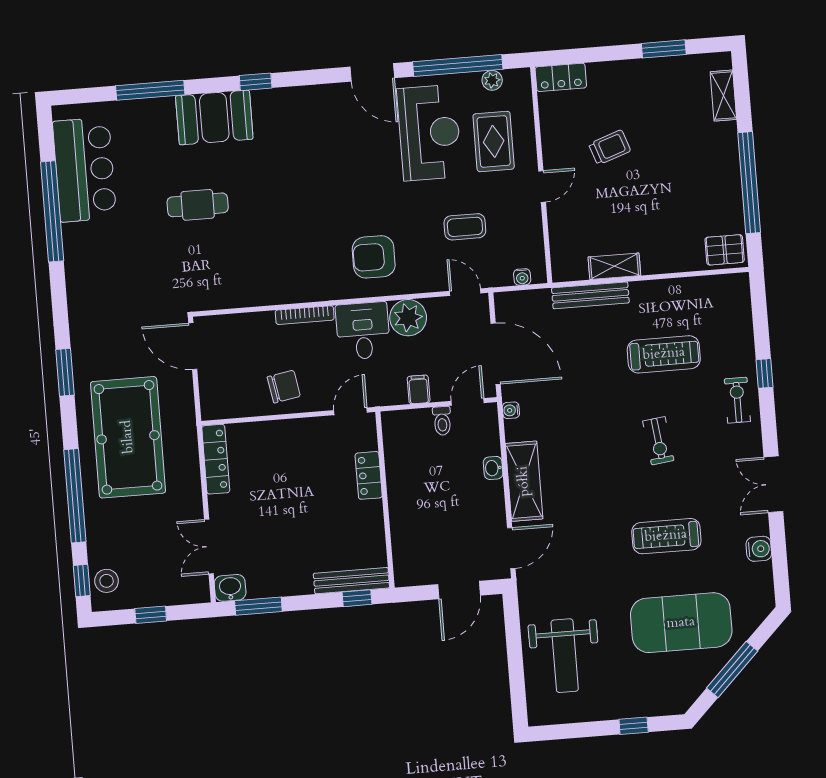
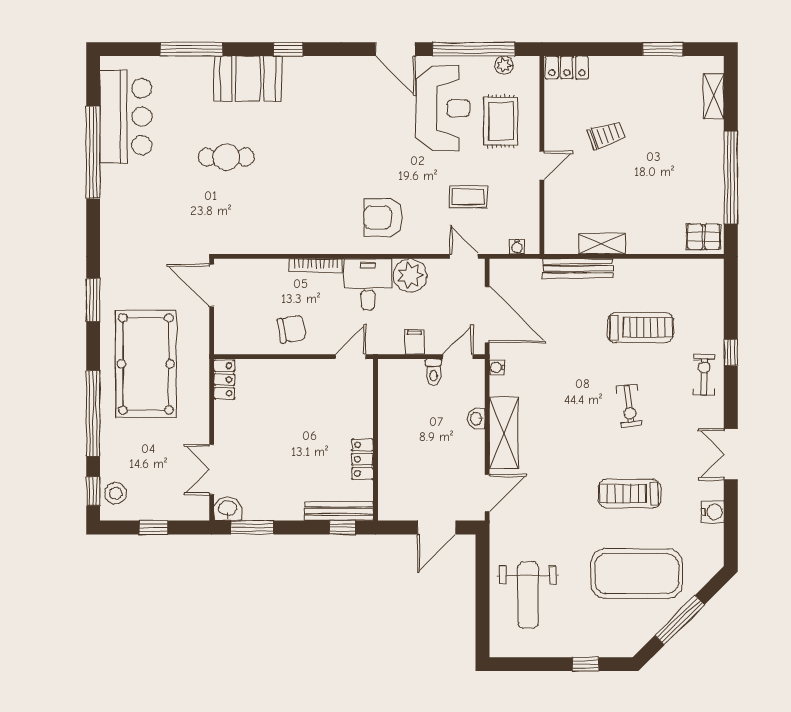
locker: (216, 459) -> (224, 380), width x0.66
locker: (369, 475) -> (362, 459), moved

